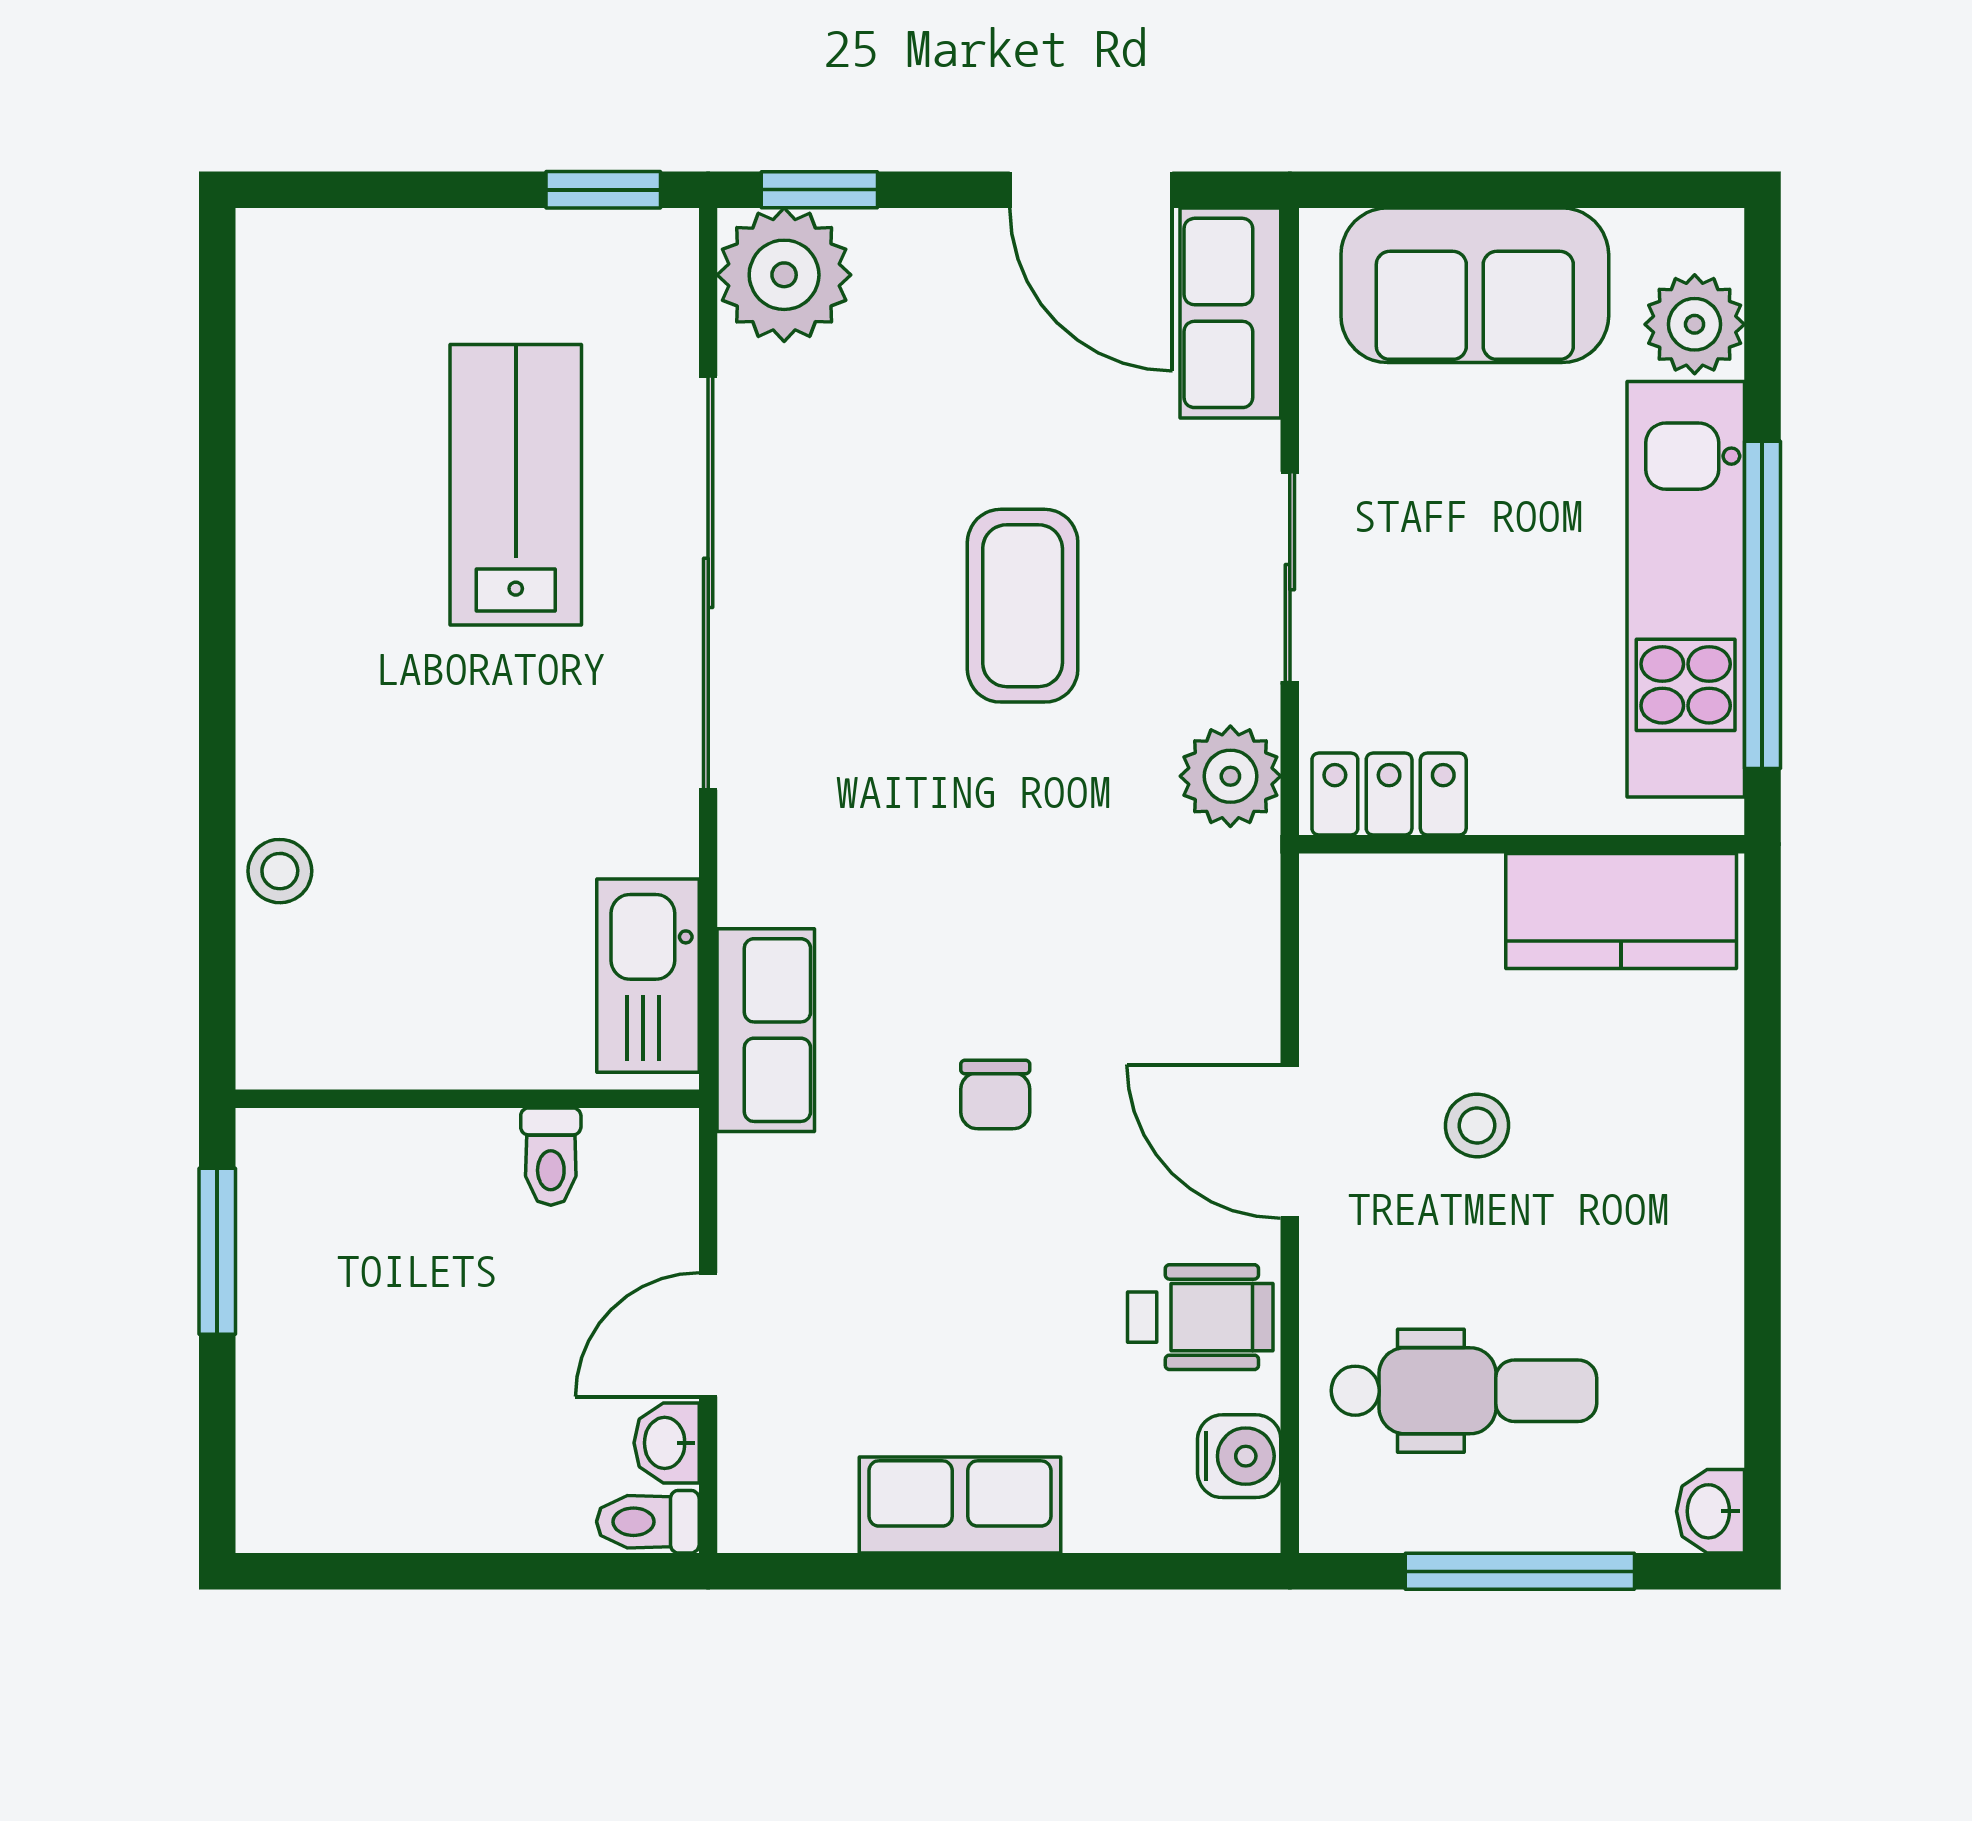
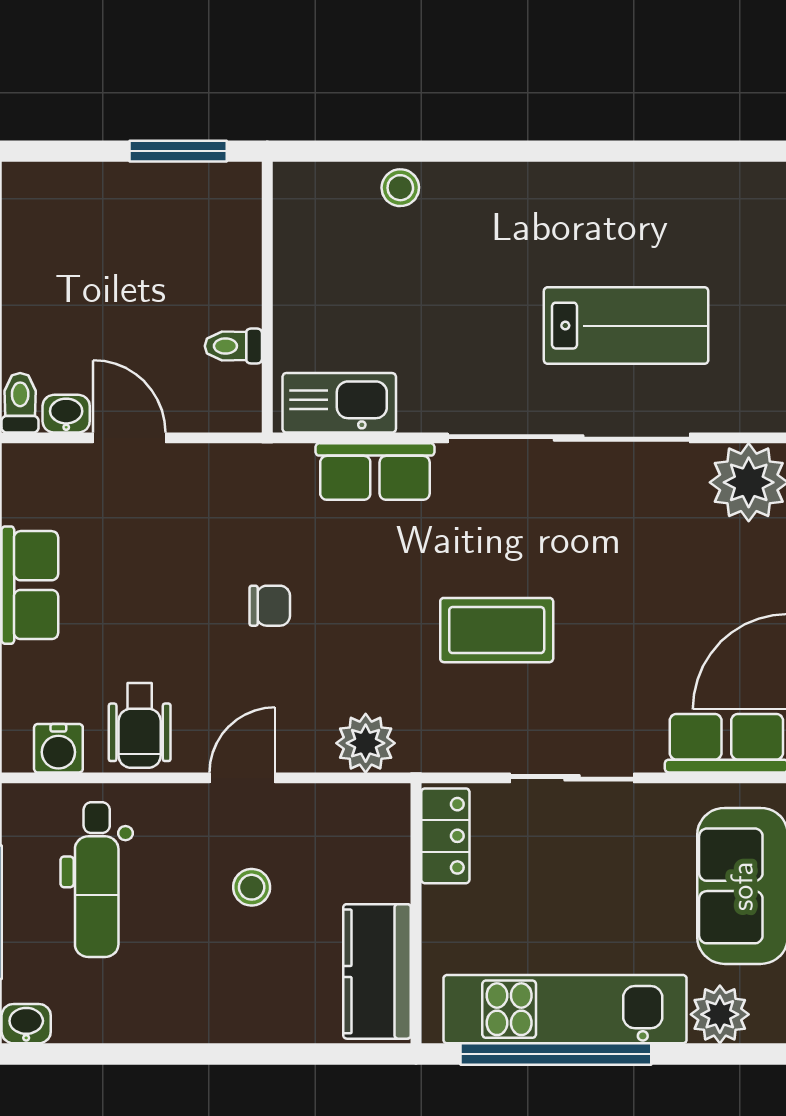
coffee table: (1023, 606) -> (497, 630), moved
plant: (1230, 776) -> (366, 743), moved
row of seats: (766, 1030) -> (375, 472), moved
chair: (995, 1095) -> (270, 606), turned 180
door: (1290, 1141) -> (242, 778), width x0.73

